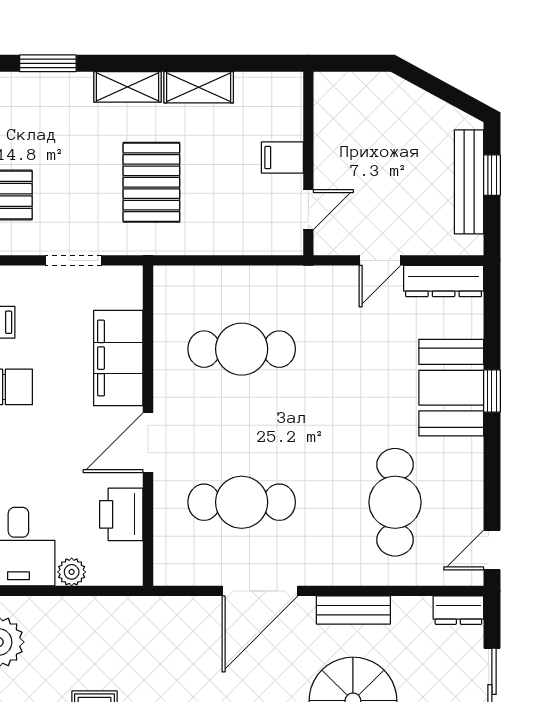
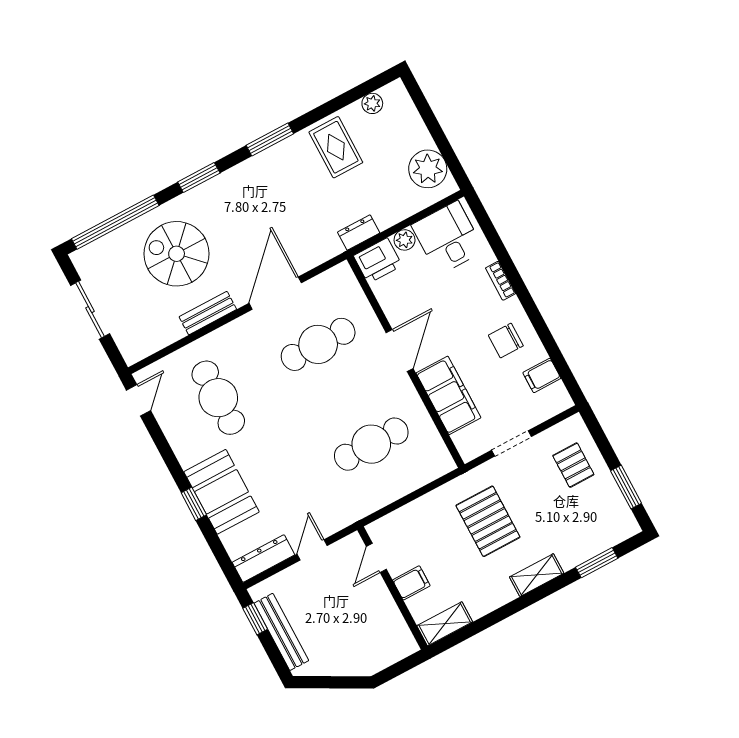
shelving: (199, 87) -> (445, 624), moved
window: (492, 175) -> (255, 619), moved
printer: (121, 514) -> (378, 261), moved, turned 90
dresser: (458, 610) -> (359, 232), moved

